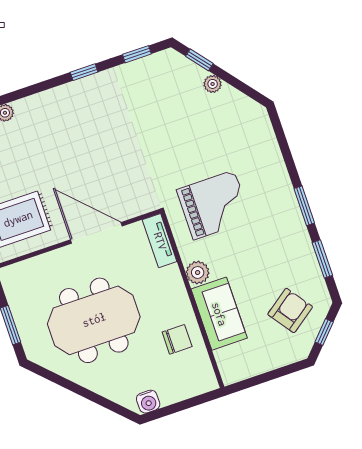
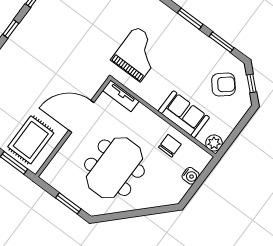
plant: (198, 273) -> (214, 143), moved
armchair: (290, 311) -> (223, 85), turned 86
water cooler: (148, 402) -> (191, 176), moved

